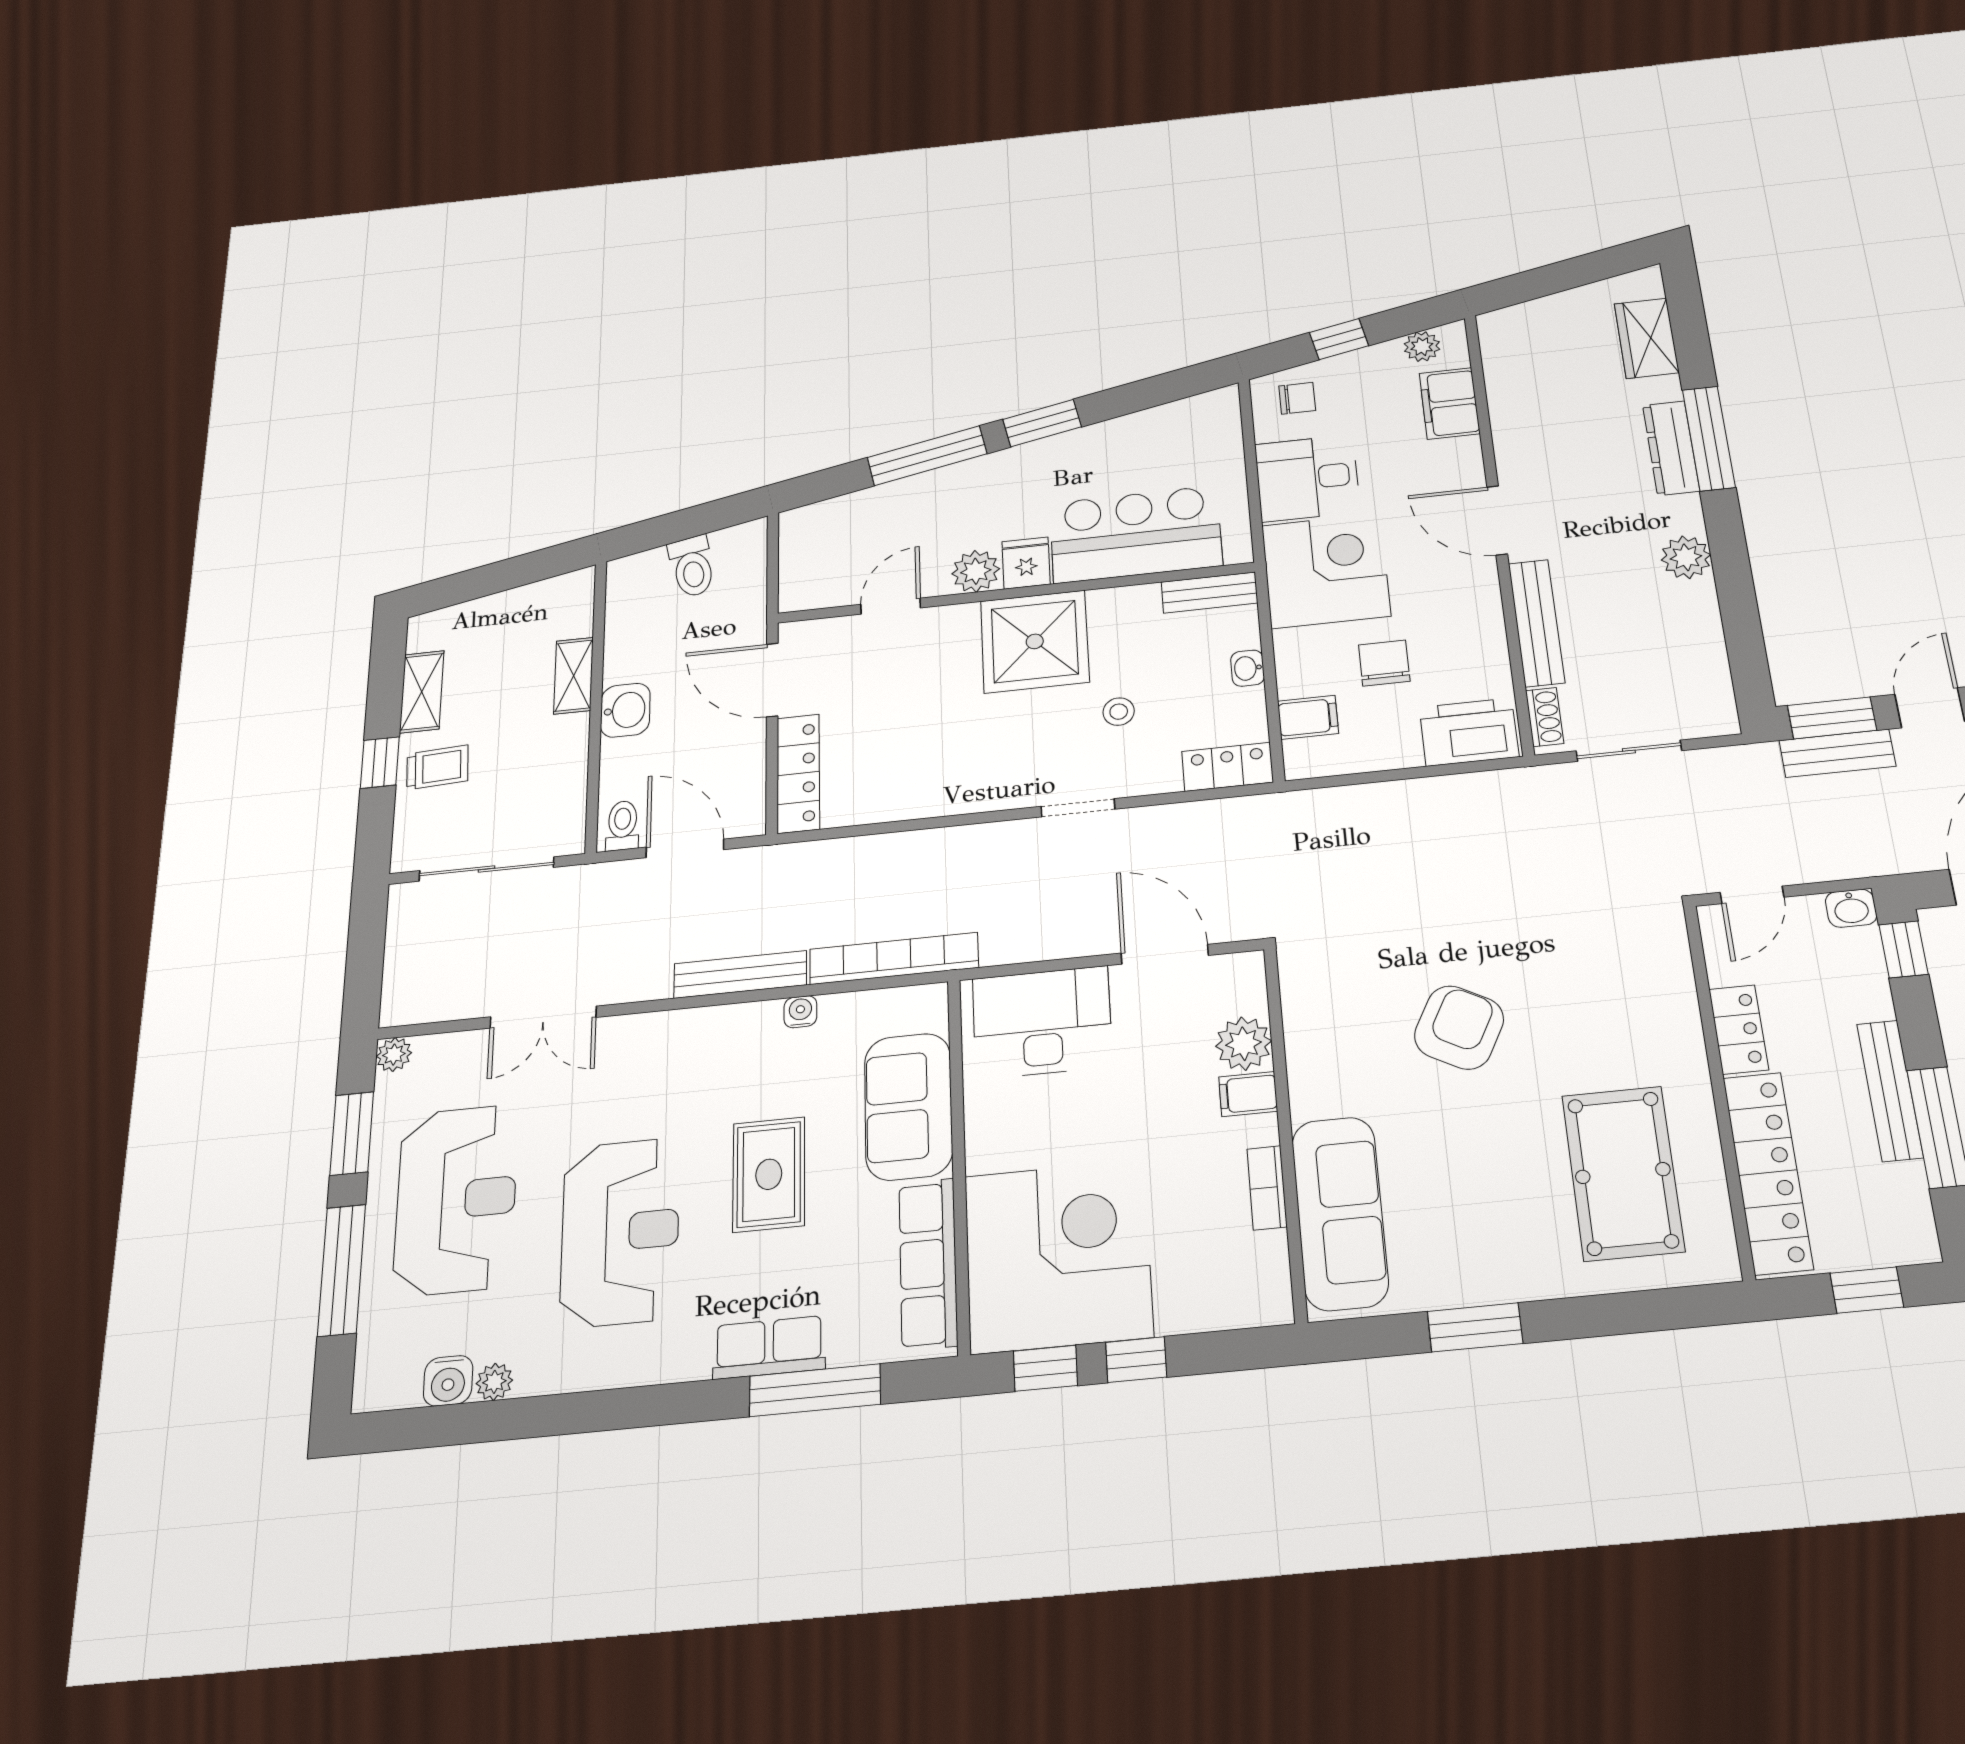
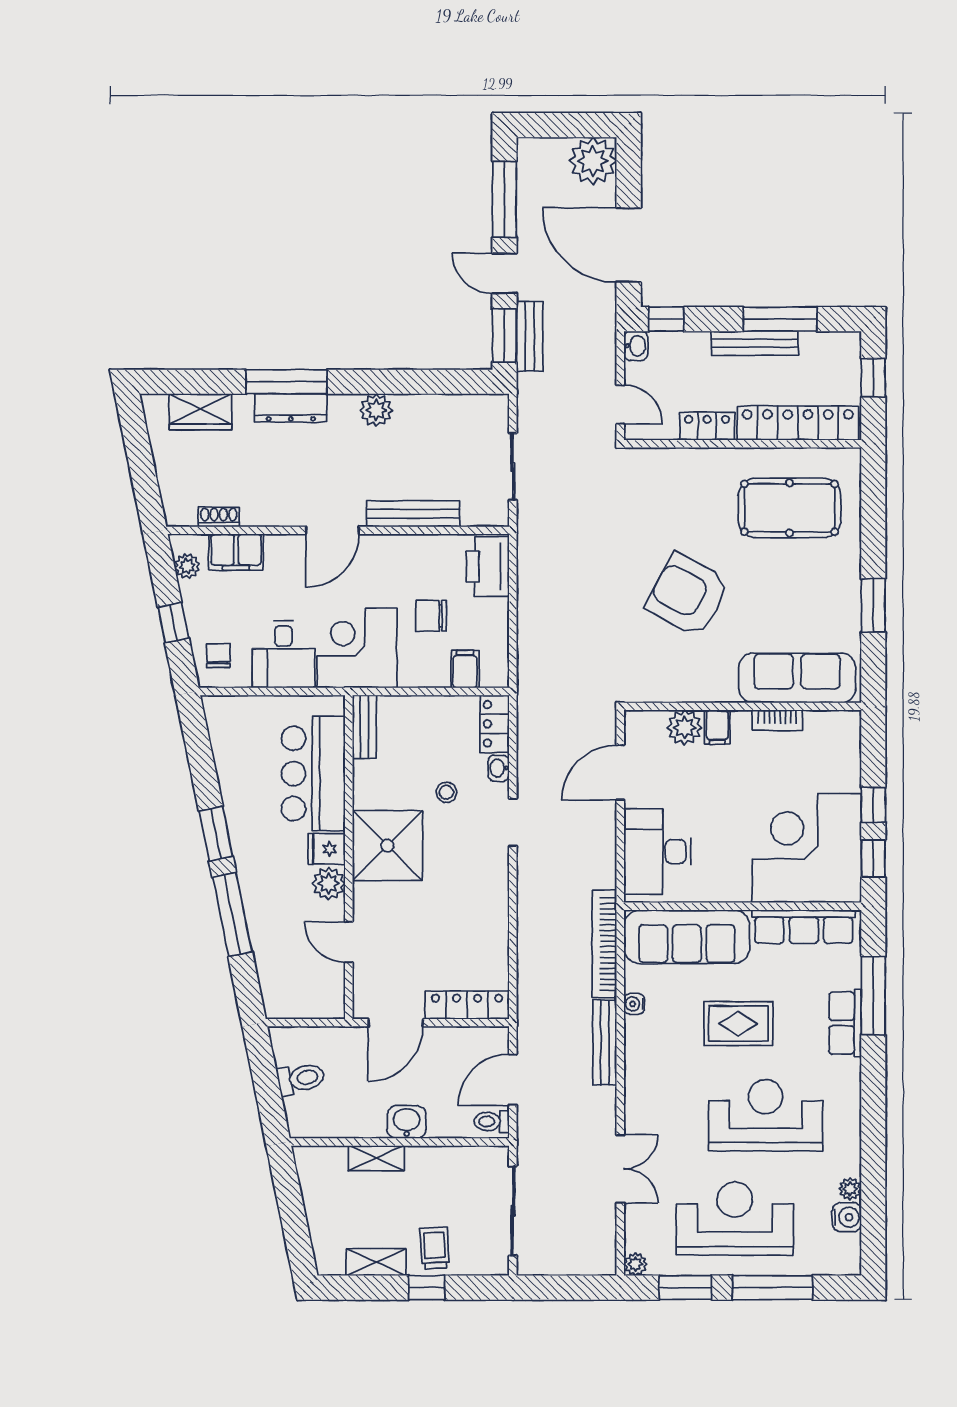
washbasin: (1248, 668) -> (499, 768), moved, turned 90
shoe rack: (1545, 717) -> (219, 517), moved
armchair: (1459, 1027) -> (688, 595), width x1.36, depth x1.36
sofa: (908, 1106) -> (687, 937), width x1.36

